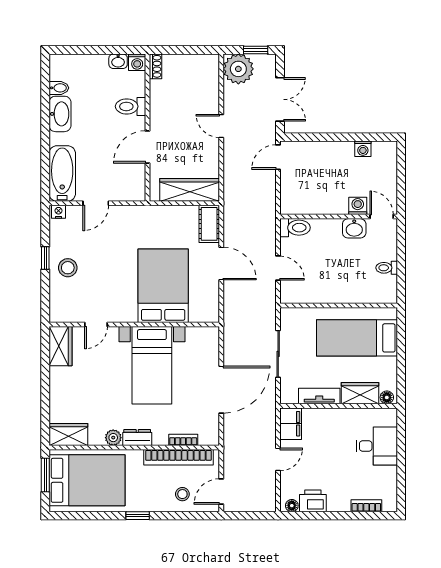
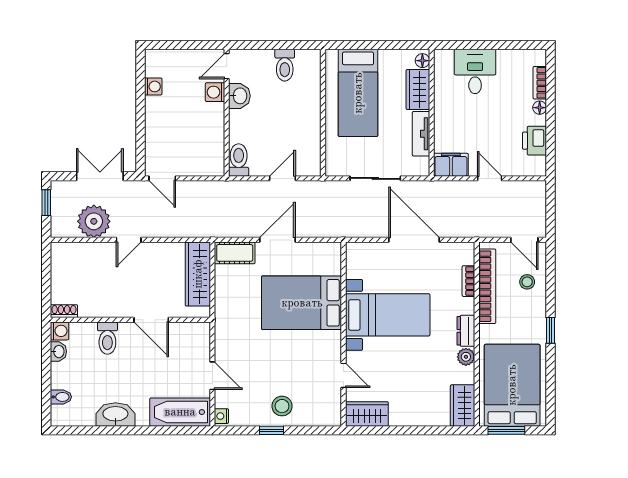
plant: (238, 69) -> (94, 221), moved
bidet: (59, 88) -> (61, 397), moved, turned 90
toilet: (387, 268) -> (285, 65), width x1.37, depth x1.39
floor lamp: (292, 506) -> (540, 108), moved

